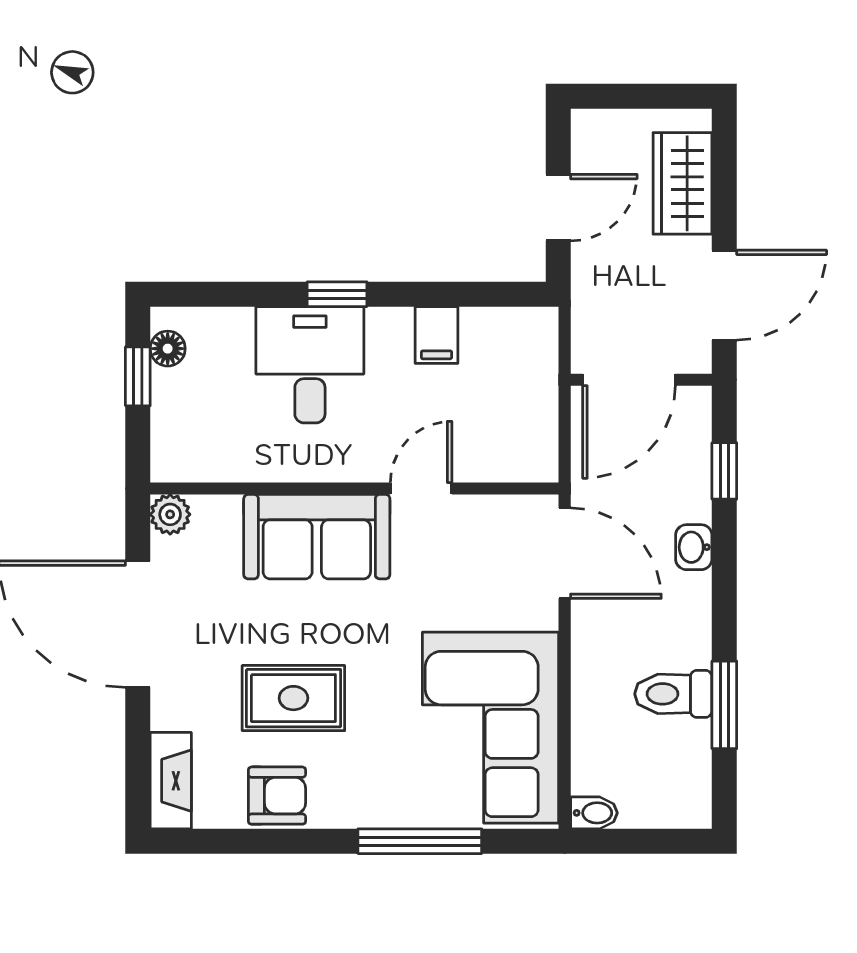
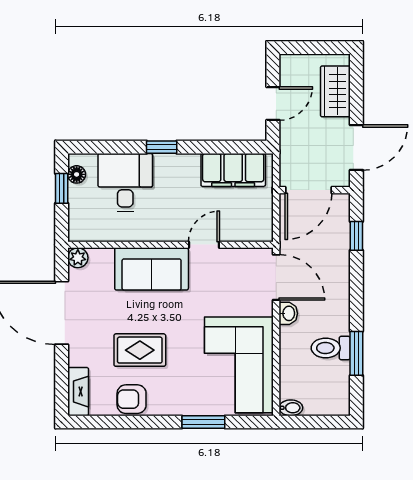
filing cabinet: (437, 335) -> (233, 170), width x3.00, depth x1.17
desk: (310, 365) -> (125, 183), moved
washbasin: (694, 547) -> (288, 313), moved, turned 180
armchair: (277, 796) -> (132, 399), turned 180
window: (420, 841) -> (203, 422), width x0.69

